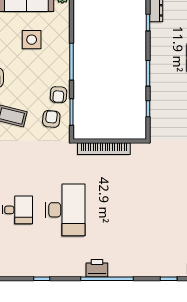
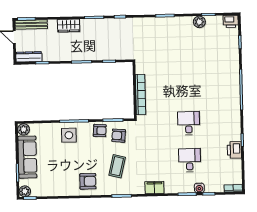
side table: (32, 40) -> (69, 135), moved
desk: (65, 210) -> (189, 123), width x0.53, depth x0.77
printer: (97, 268) -> (234, 150), moved

